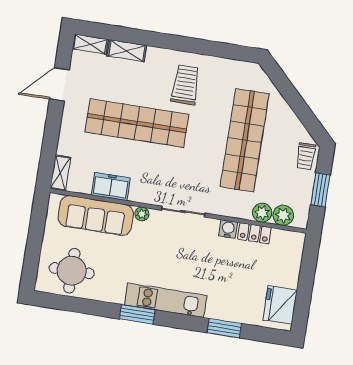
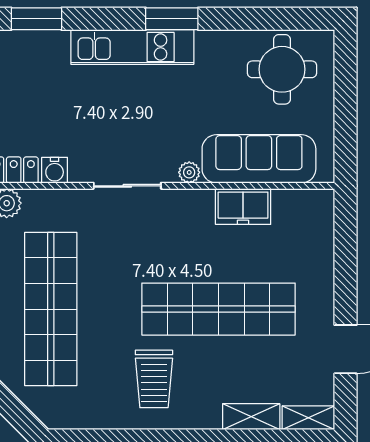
shelving: (60, 173) -> (323, 215), removed

